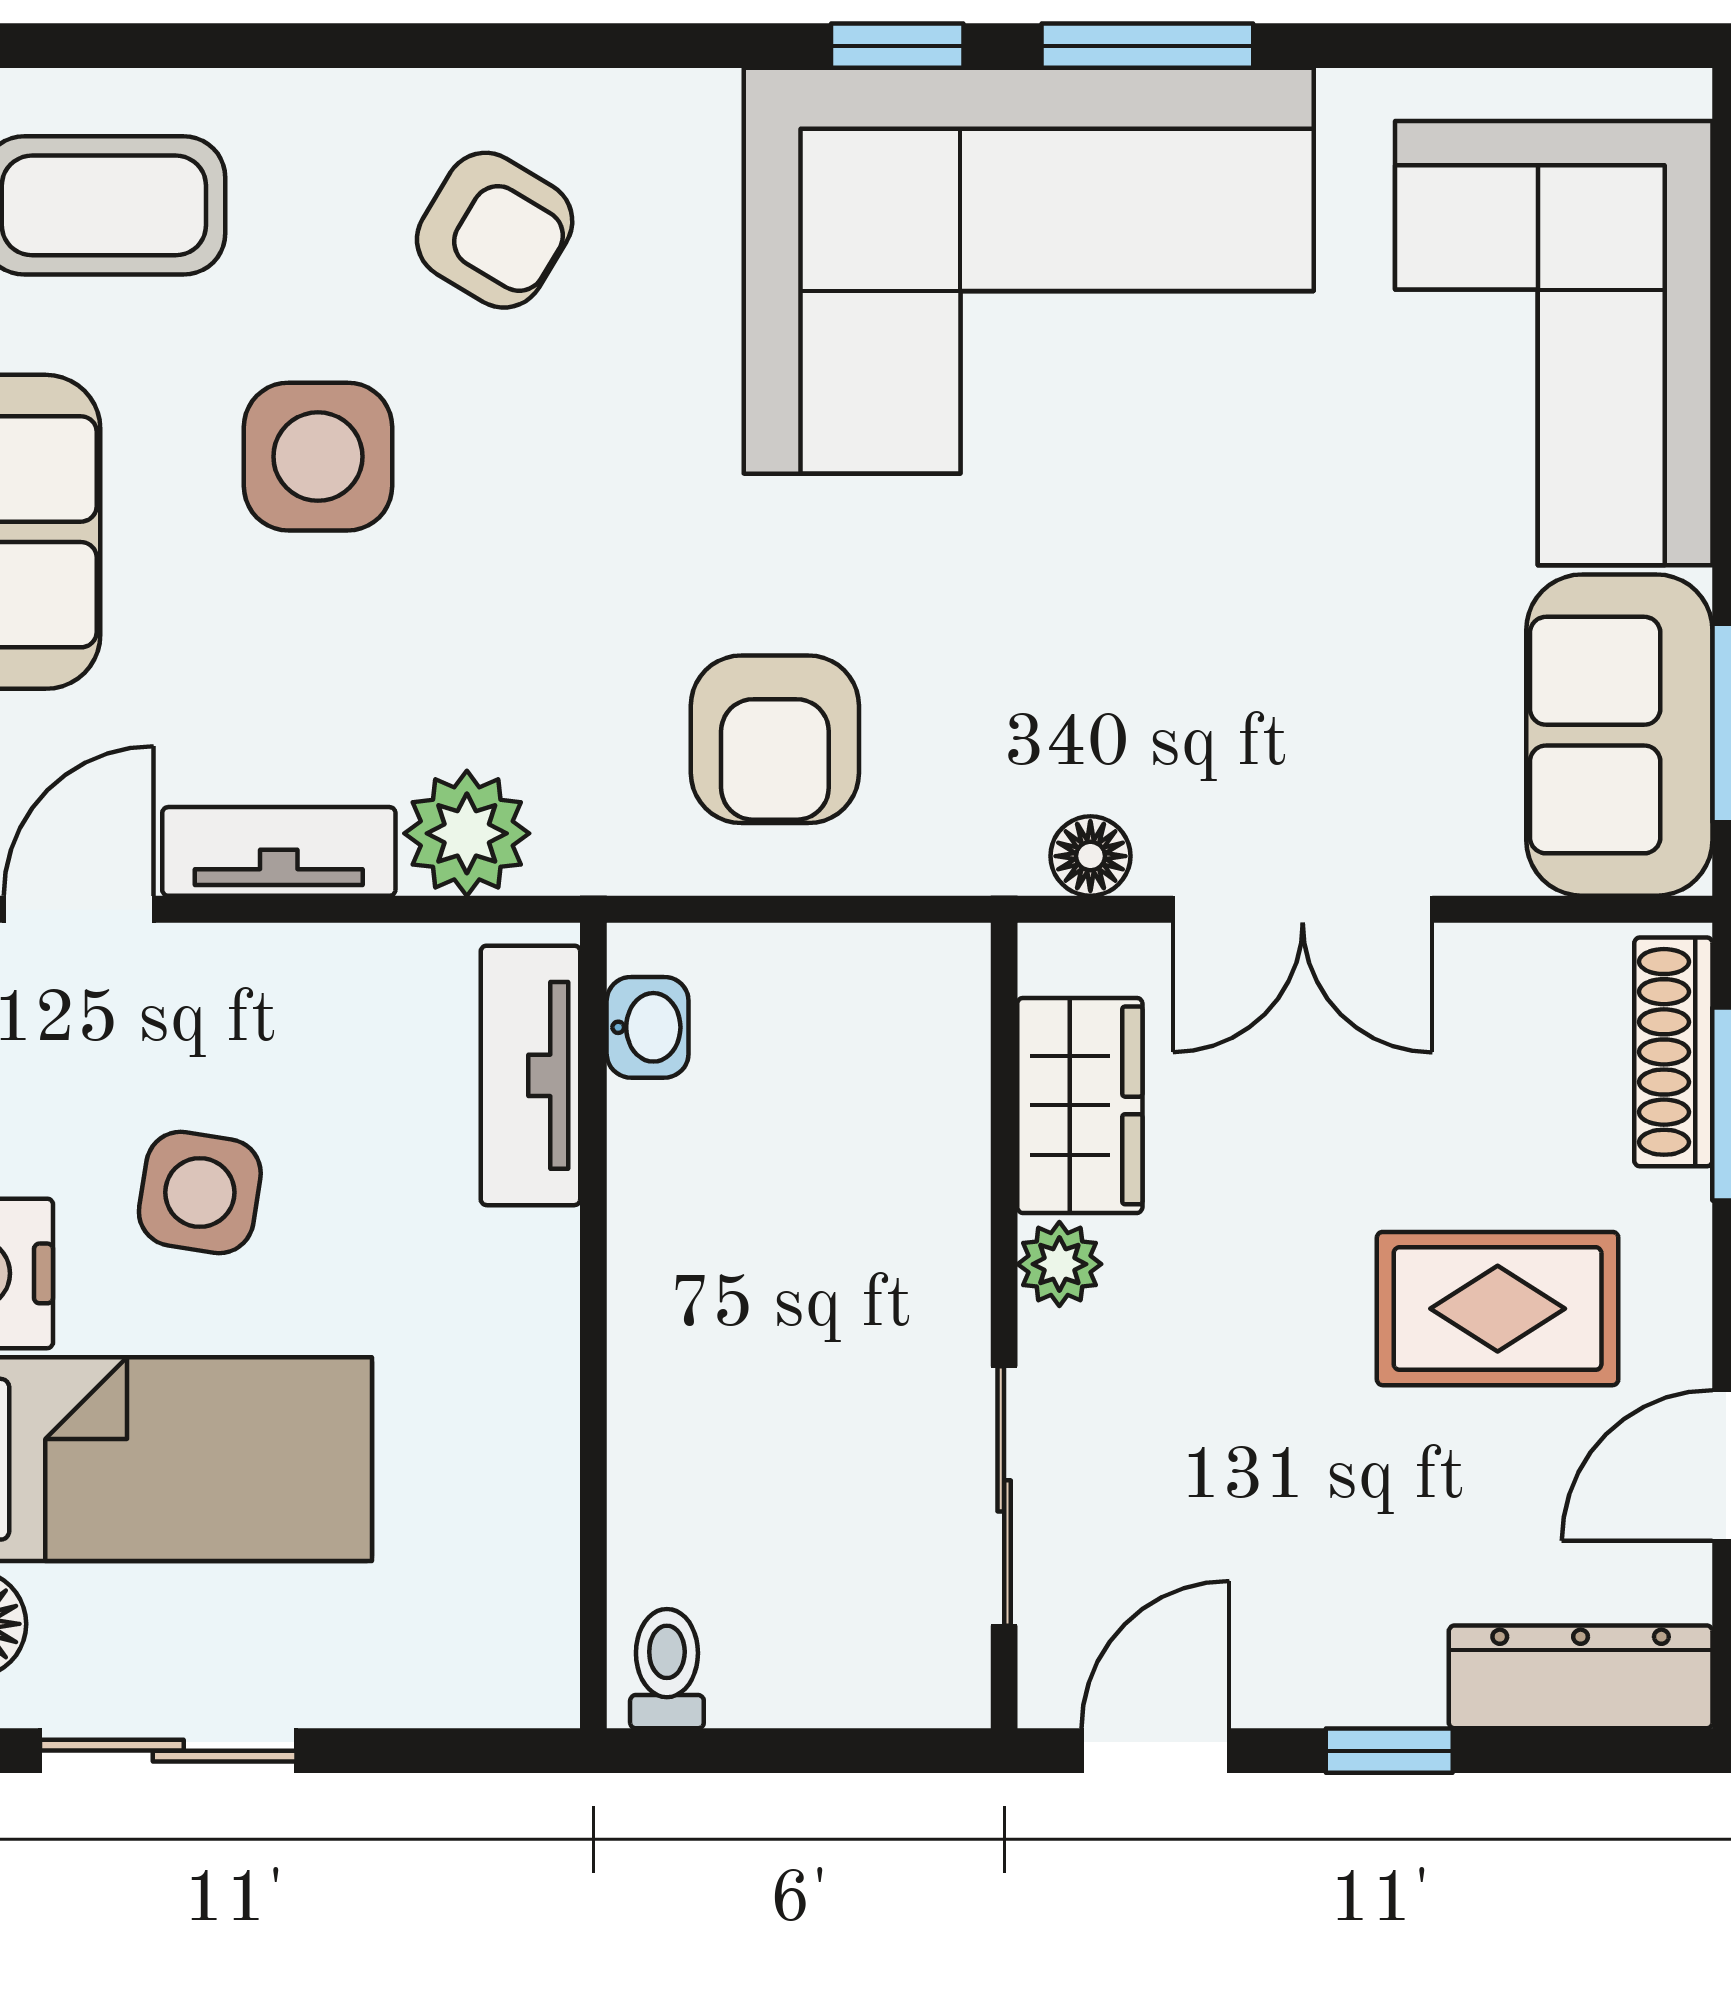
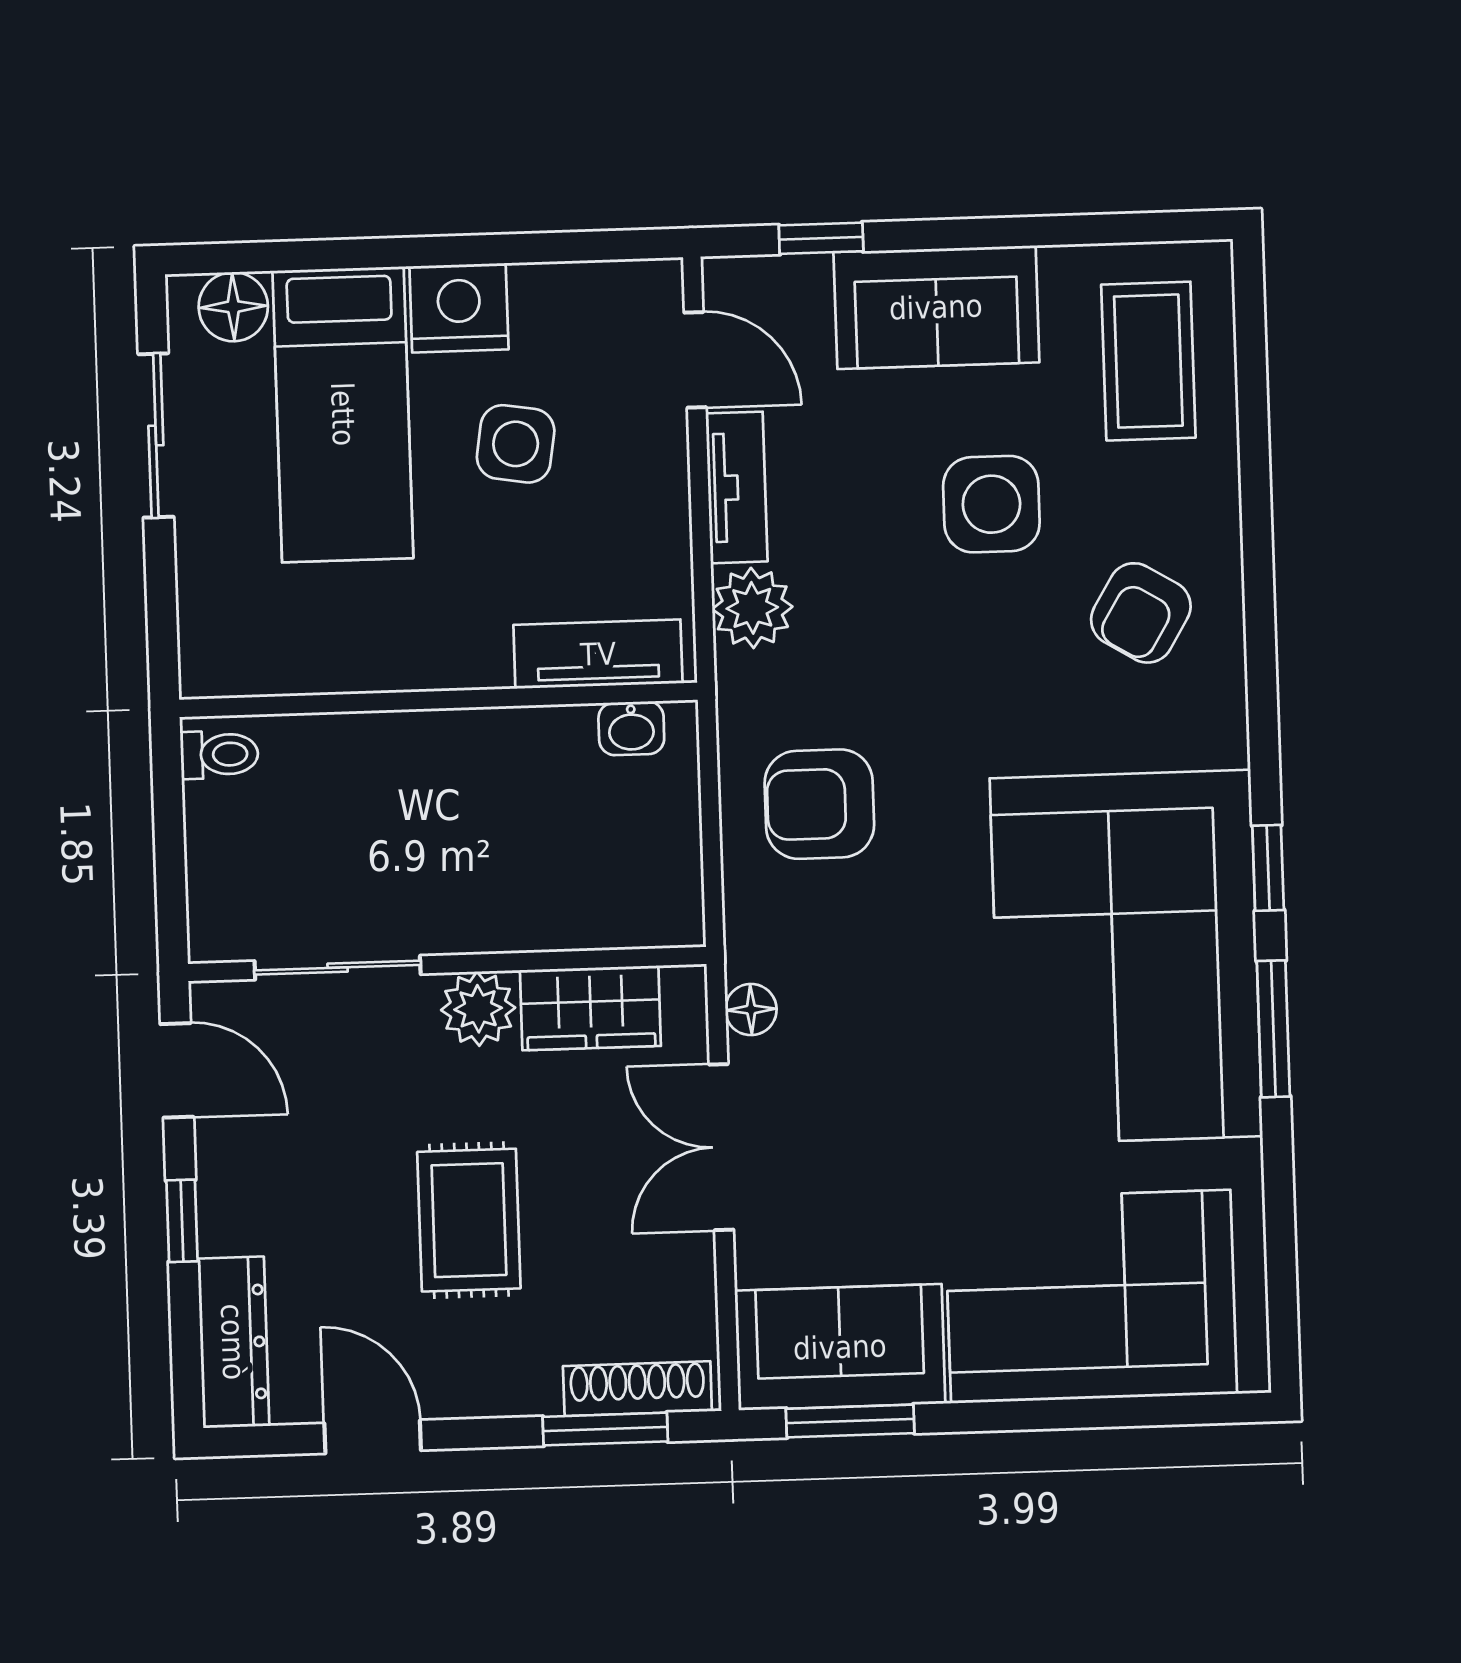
plant: (1059, 1264) -> (478, 1009), width x1.38, depth x1.38
rug: (1498, 1309) -> (469, 1220), moved

